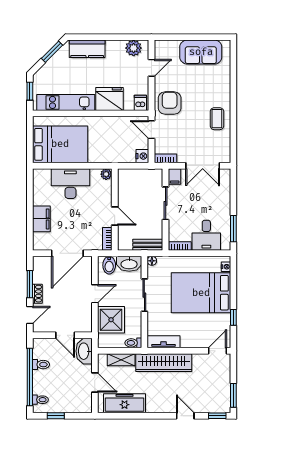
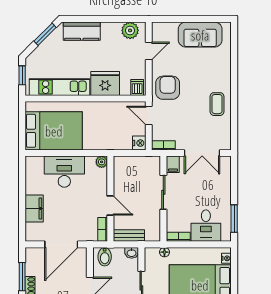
bench: (148, 245) -> (129, 235), moved
floor lamp: (152, 261) -> (164, 252), moved
washbasin: (129, 264) -> (132, 253), width x0.52, depth x0.69

